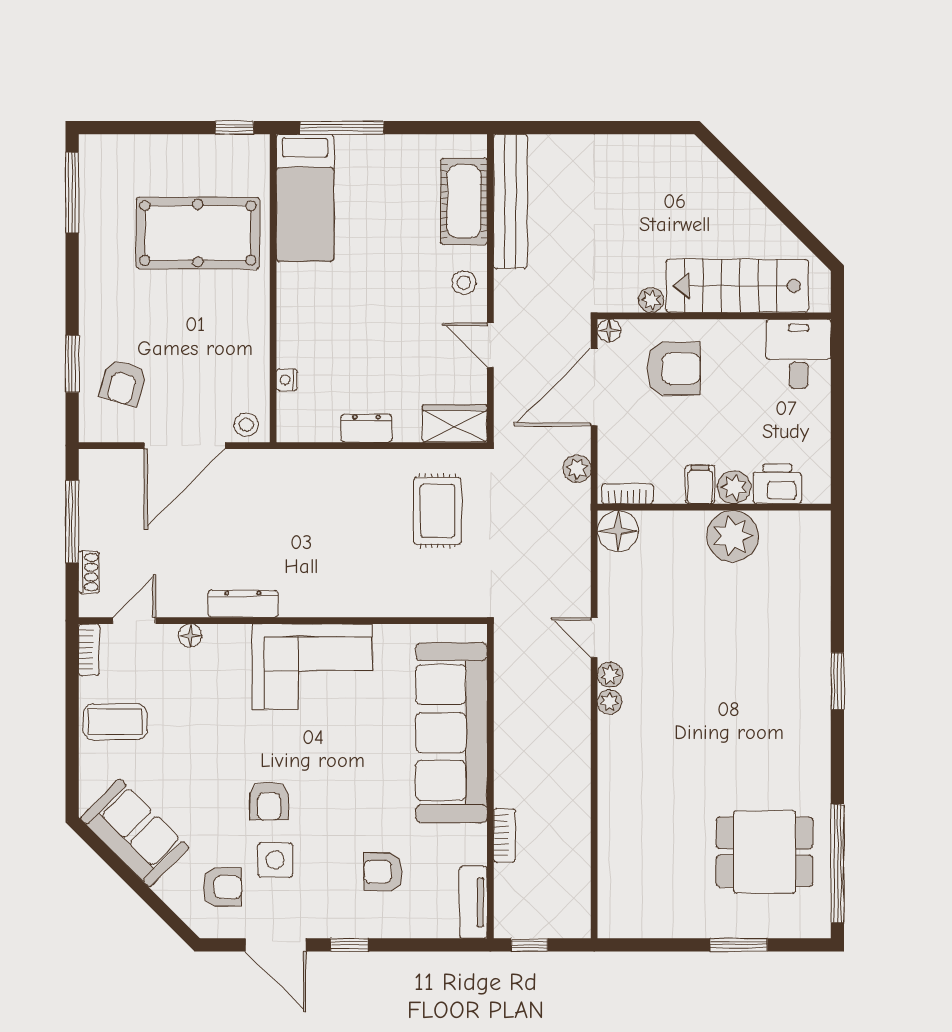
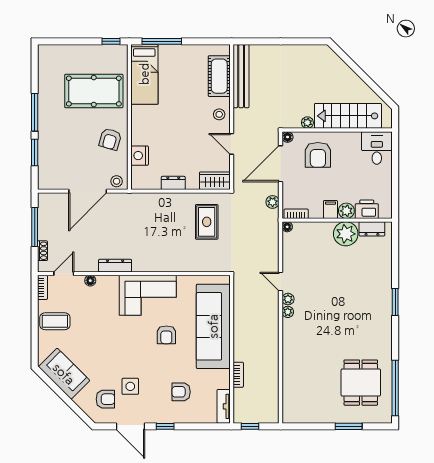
window: (72, 193) -> (35, 112), moved
armchair: (674, 368) -> (318, 155), turned 90
nightstand: (287, 380) -> (140, 156), width x1.89, depth x1.79
armchair: (123, 383) -> (110, 139), moved
dresser: (788, 526) -> (372, 229), added
floor lamp: (618, 531) -> (287, 227), width x0.53, depth x0.53
armchair: (269, 801) -> (166, 335), moved
dining table: (765, 852) -> (361, 383), turned 90

